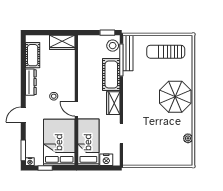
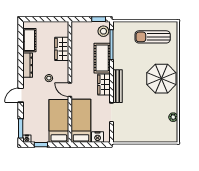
wardrobe: (62, 42) -> (62, 49), moved, turned 90
bench: (128, 53) -> (117, 86), moved
bed: (59, 142) -> (59, 121), width x0.67

